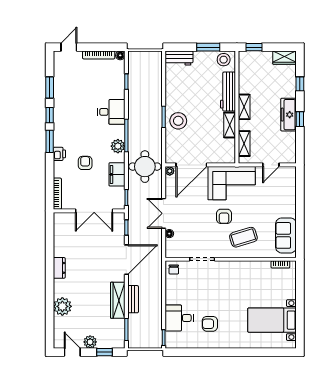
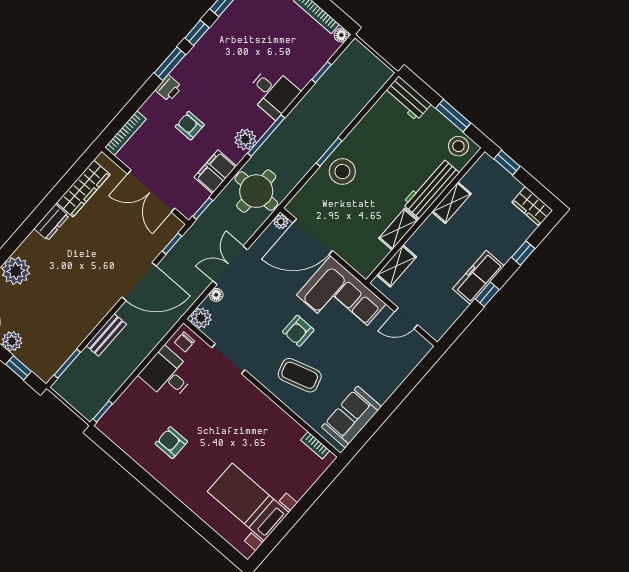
shelving: (244, 107) -> (452, 203), moved
armchair: (85, 163) -> (190, 126), turned -90
plant: (172, 251) -> (201, 318), added
wardrobe: (118, 300) -> (83, 189), moved, turned 180
desk: (179, 318) -> (167, 374), moved

